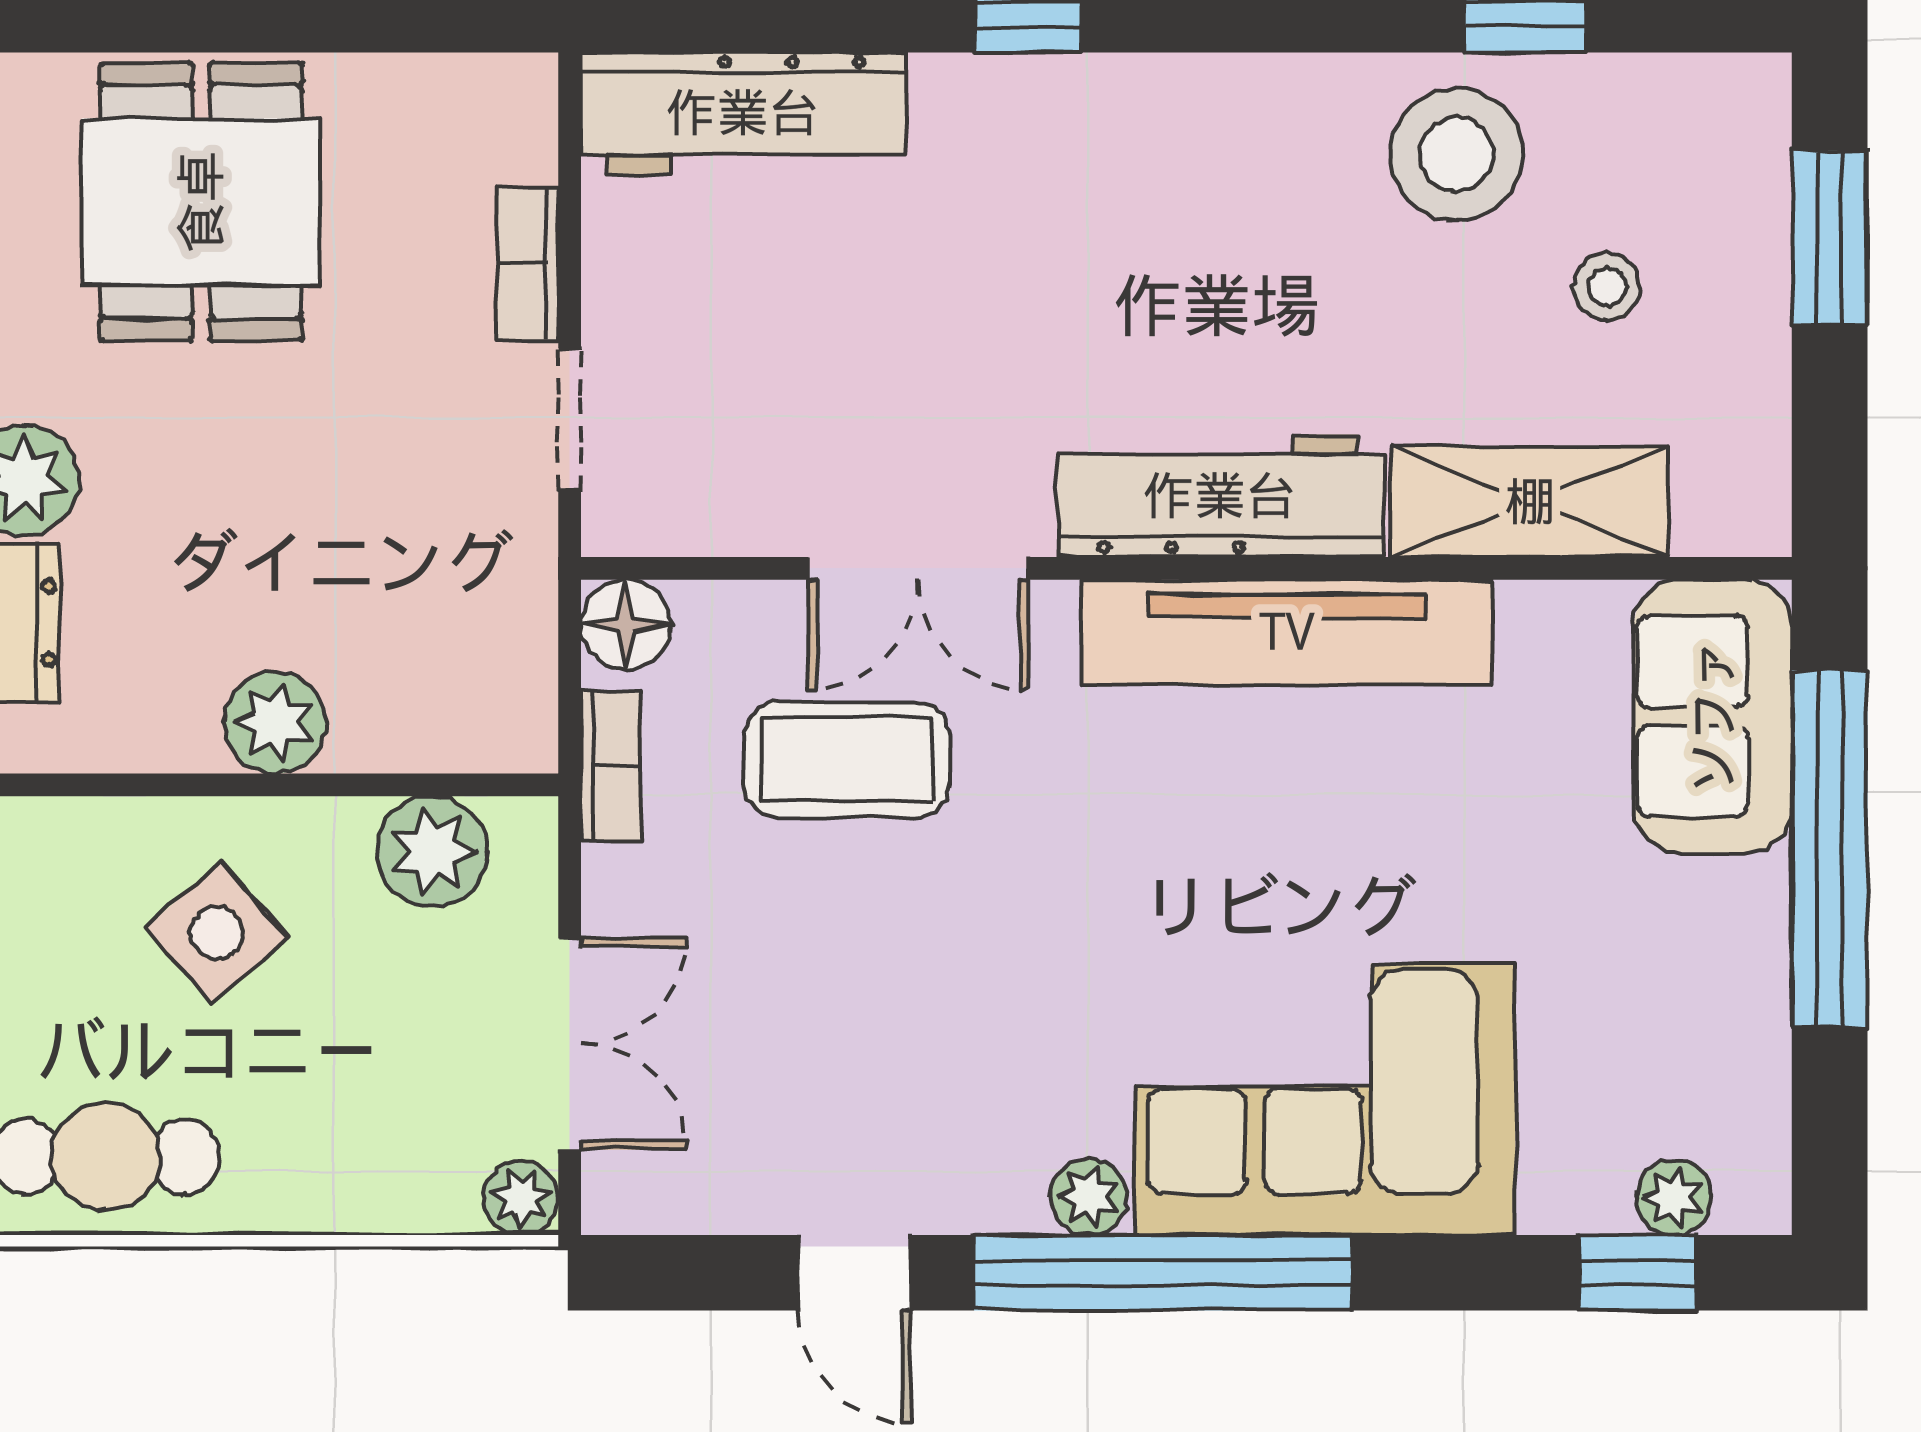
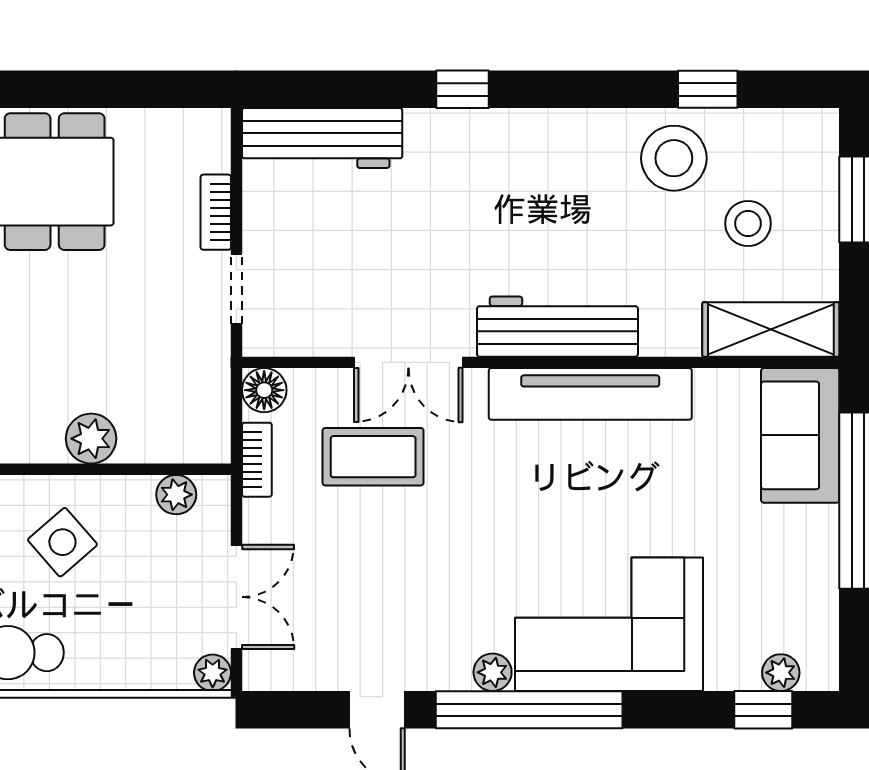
stool: (1607, 287) -> (748, 224), width x1.37, depth x1.37
shelving: (1530, 502) -> (771, 329), moved
plant: (432, 852) -> (176, 495), width x0.73, depth x0.73

